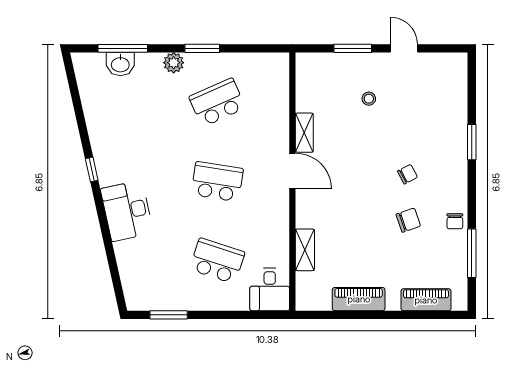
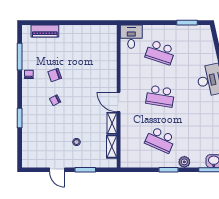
school desk: (217, 102) -> (160, 140), turned 48
shelving: (305, 250) -> (112, 147), moved
piano: (359, 299) -> (82, 31), removed

